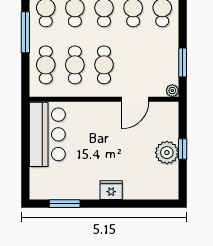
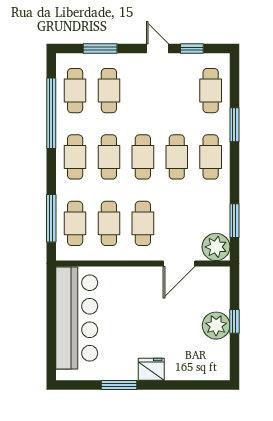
window: (25, 32) -> (51, 218), moved
plant: (172, 91) -> (216, 247), width x1.88, depth x1.88
bar counter: (47, 134) -> (77, 318), width x1.36
window: (65, 204) -> (119, 385), moved

